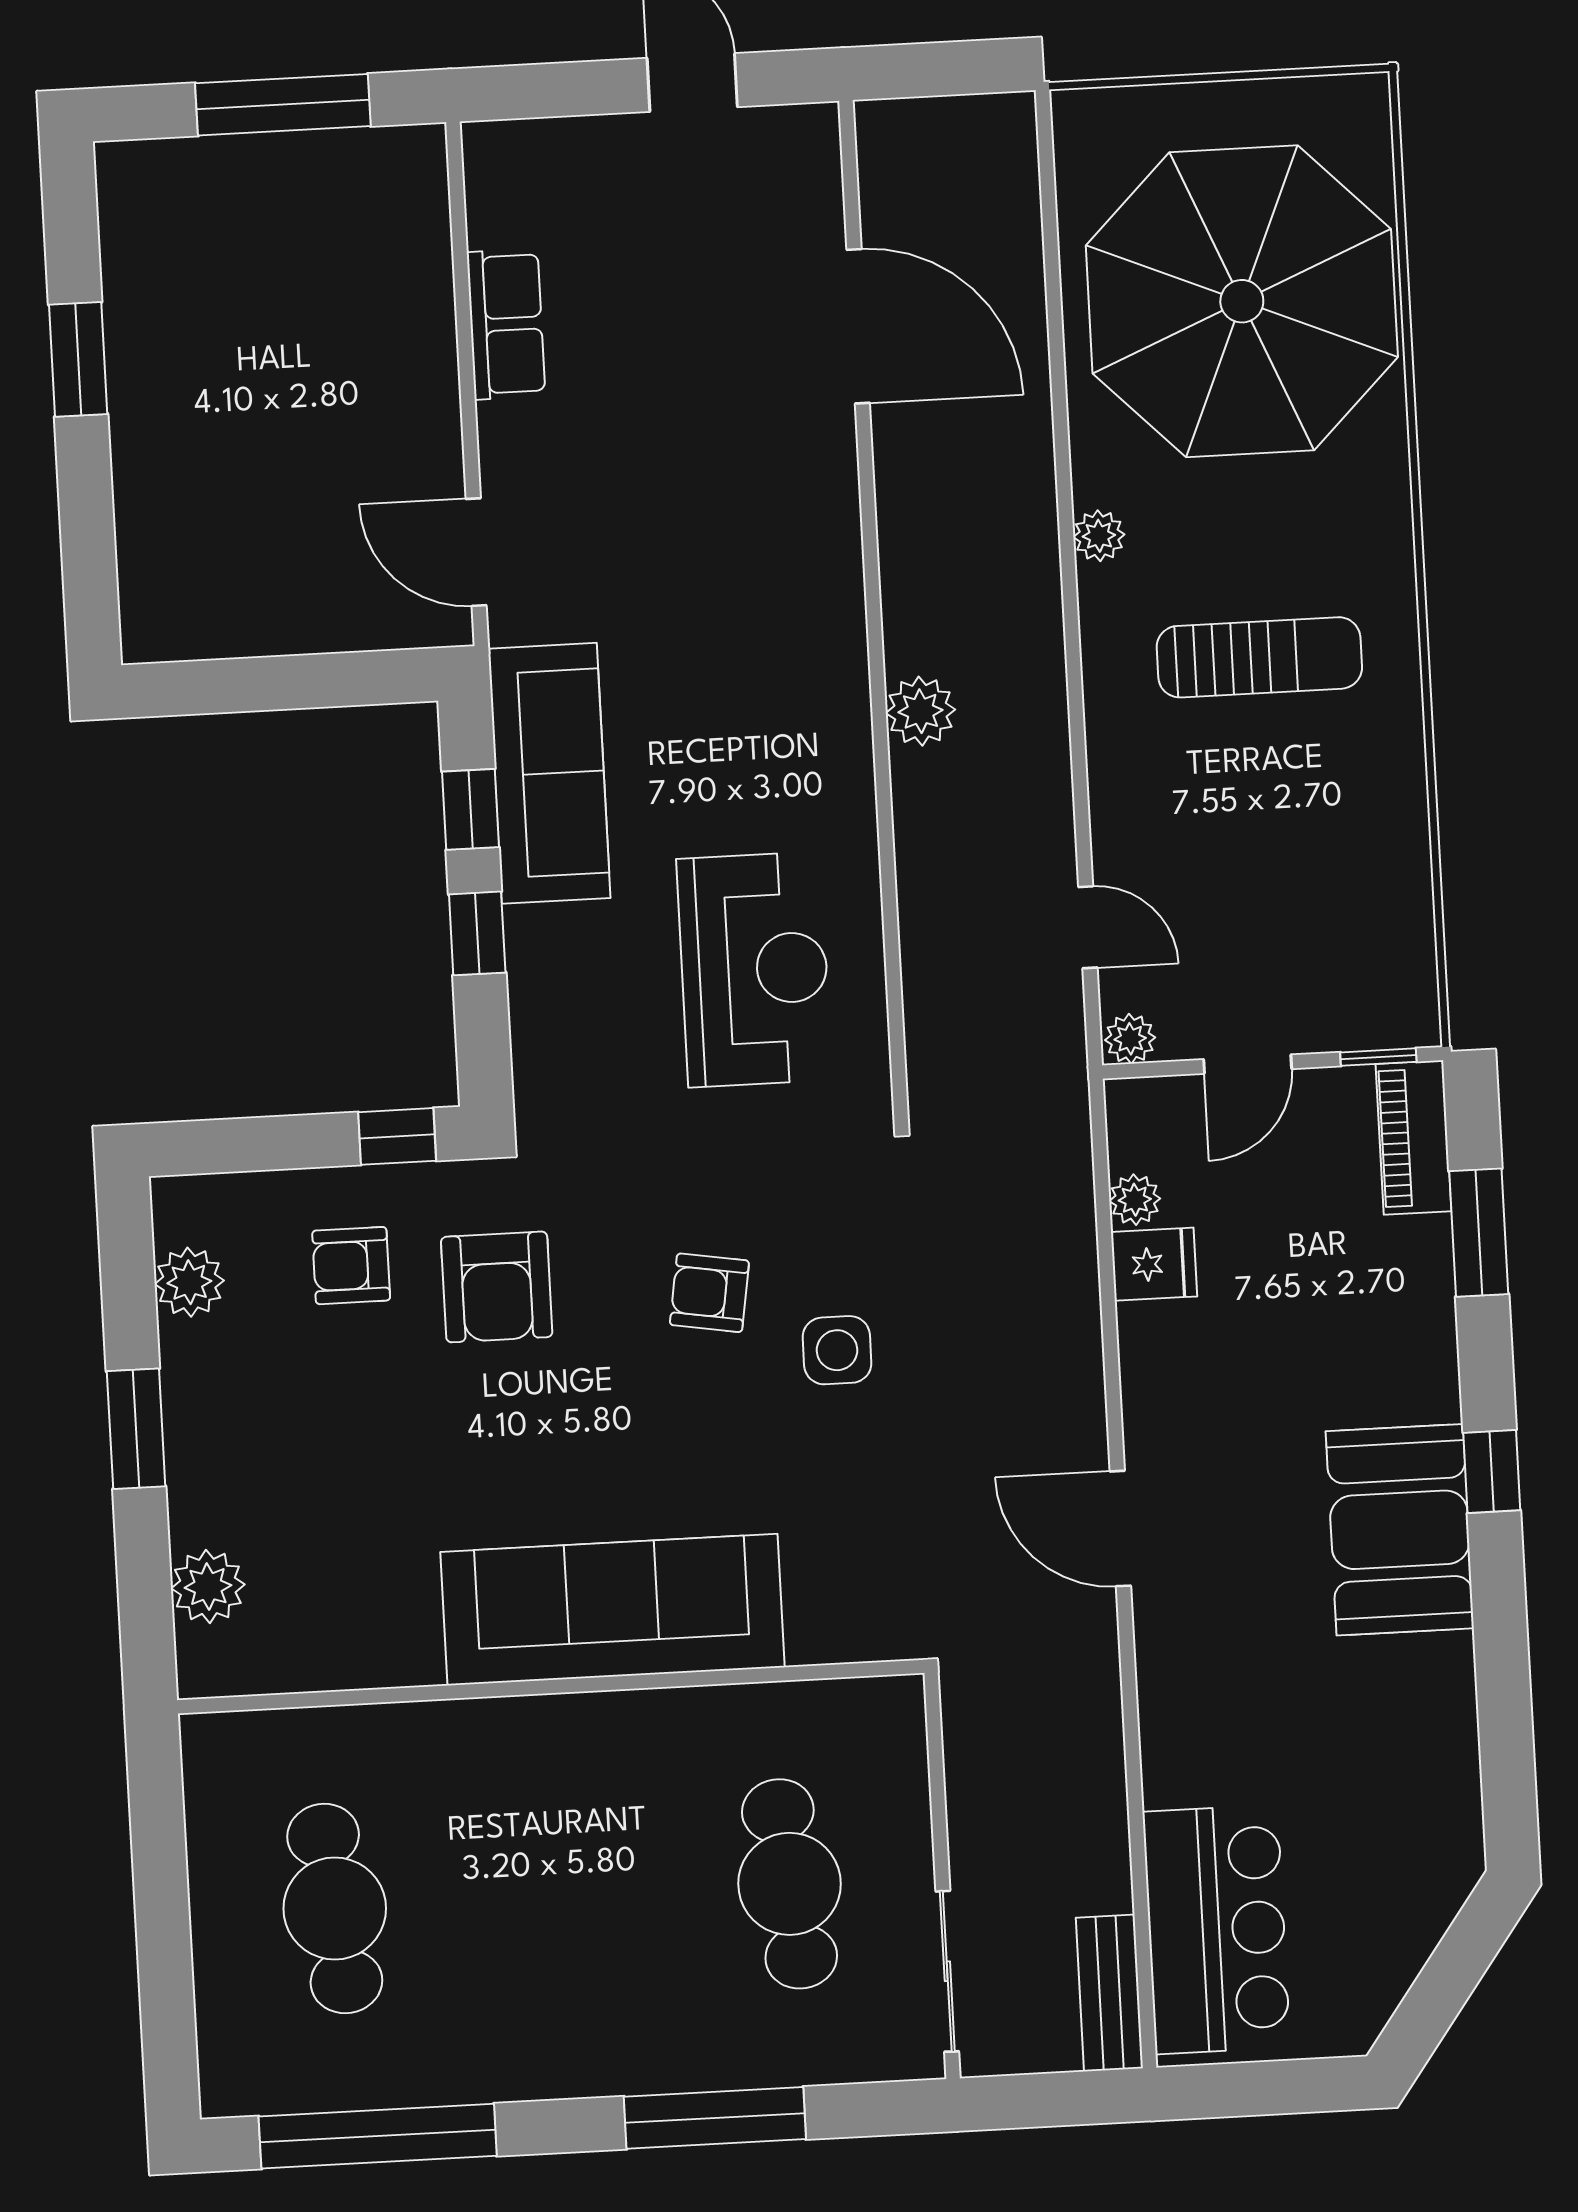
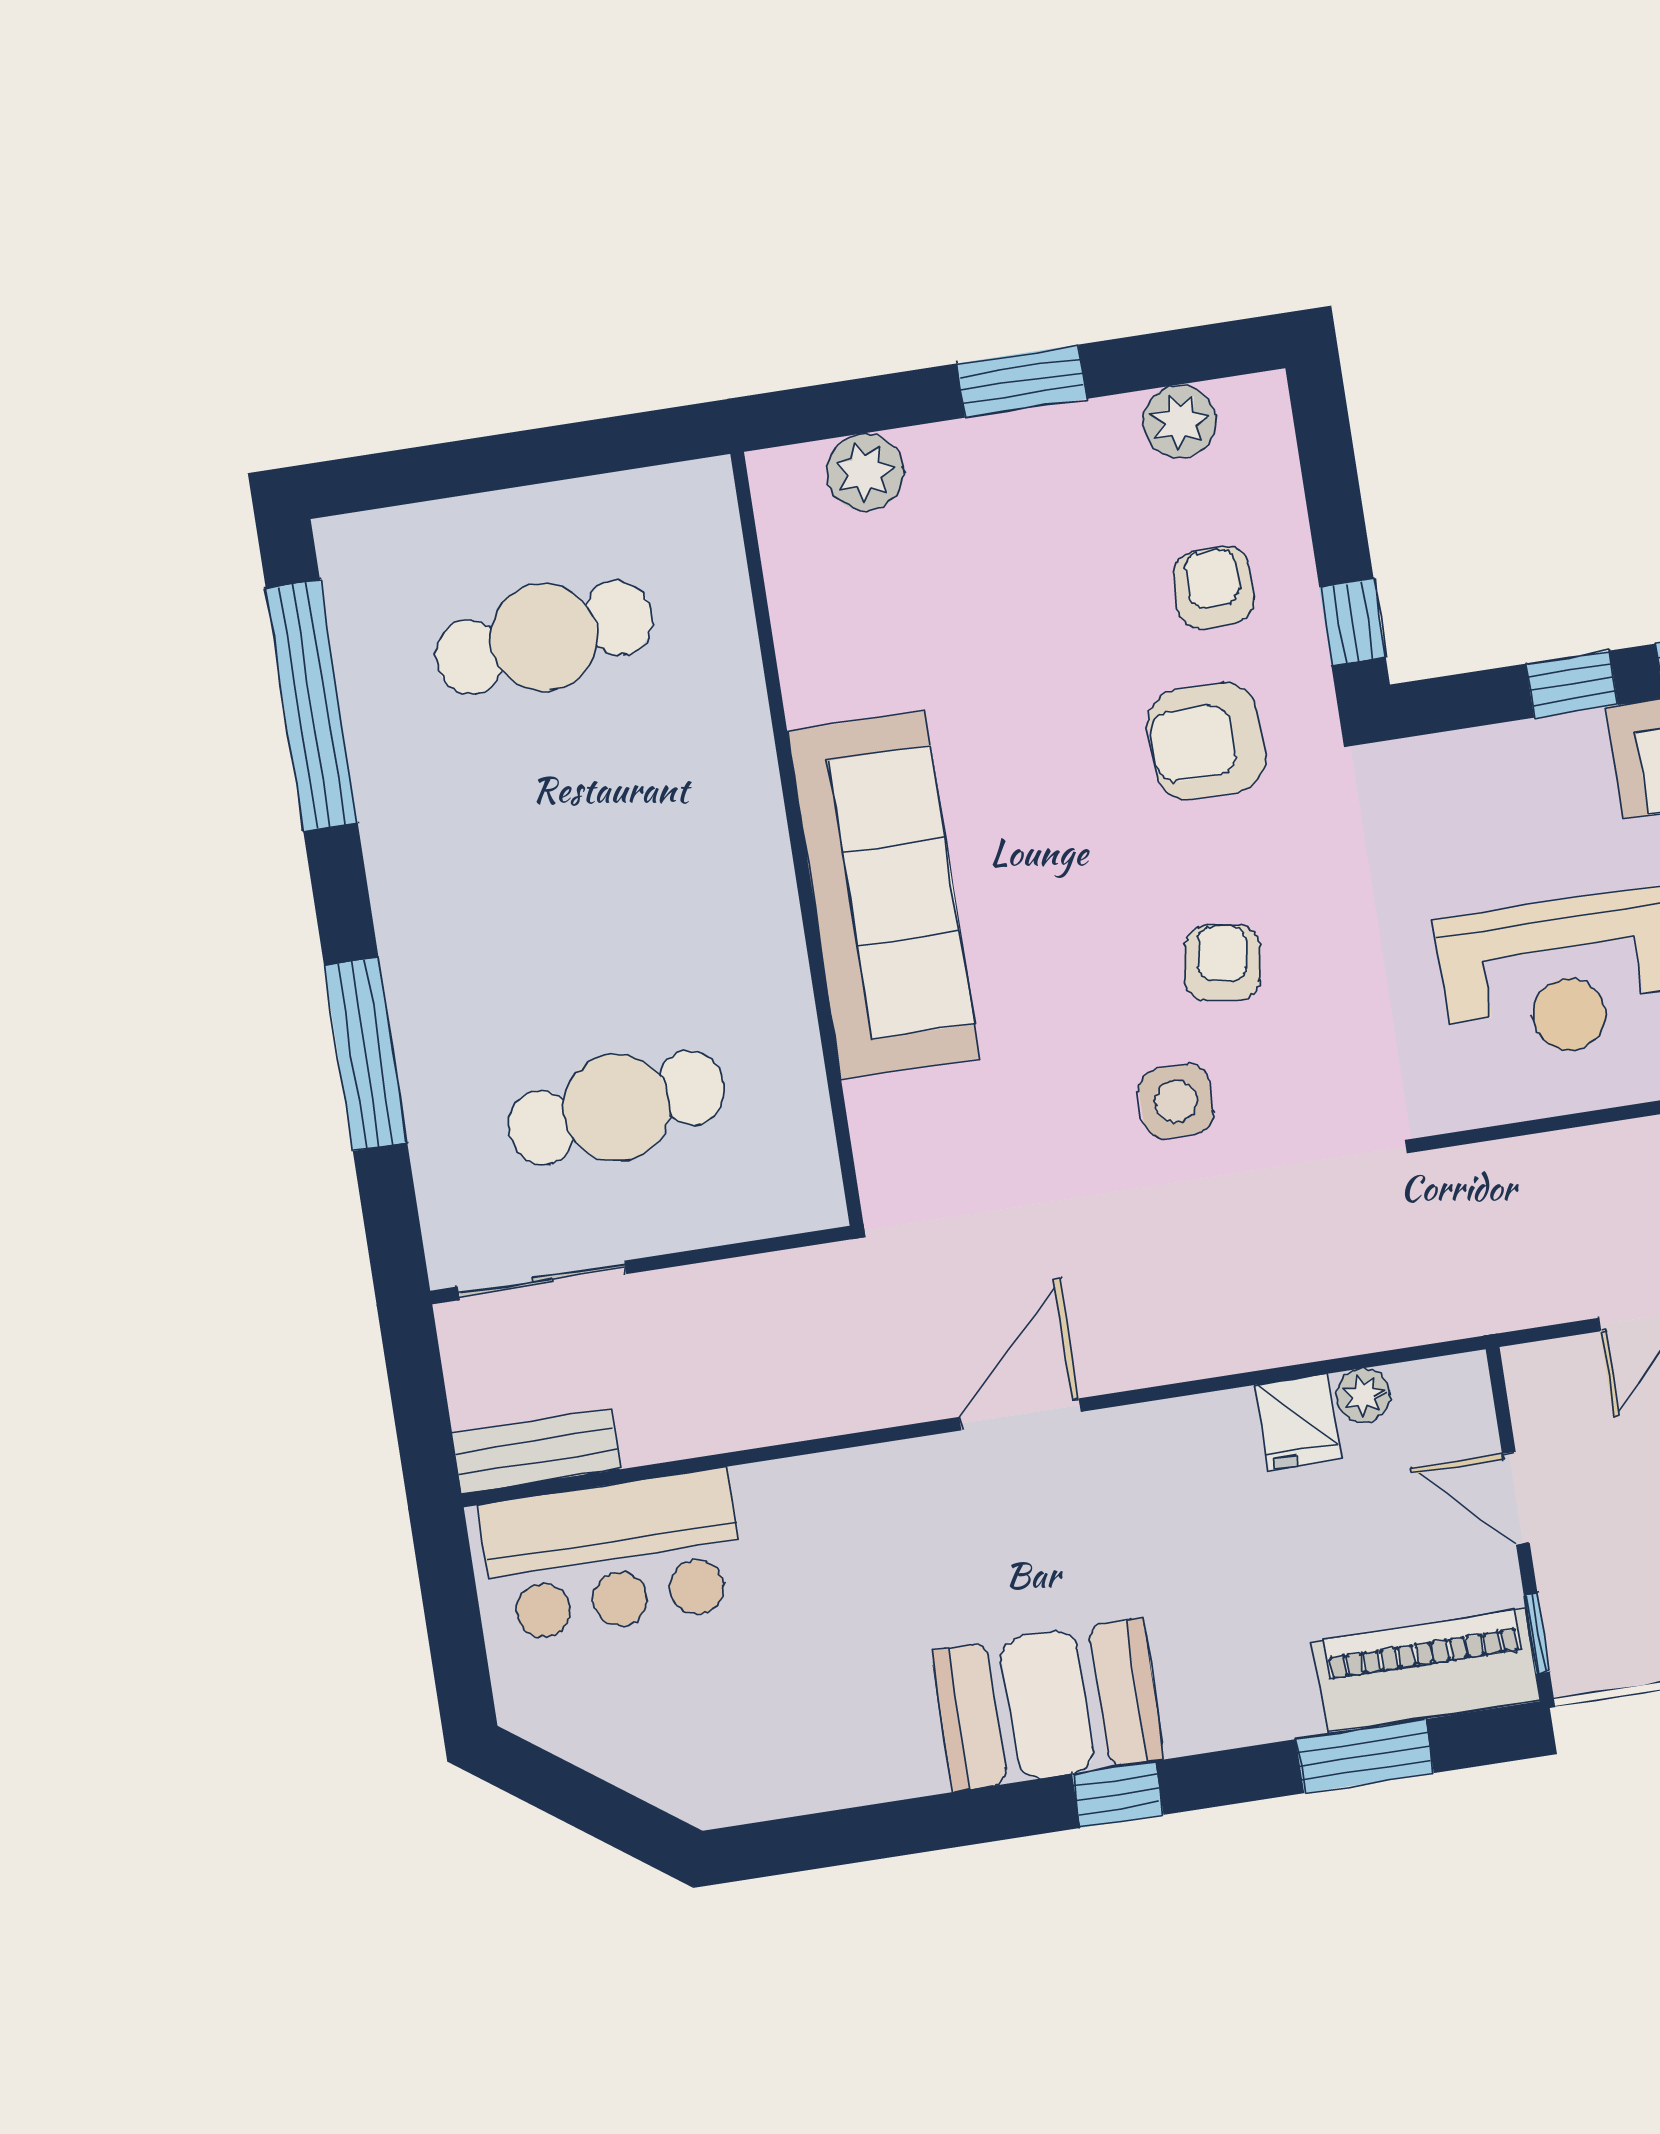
plant: (1130, 1039) -> (1530, 1374), removed
piano: (1413, 1138) -> (1426, 1671), width x1.37, depth x1.33

